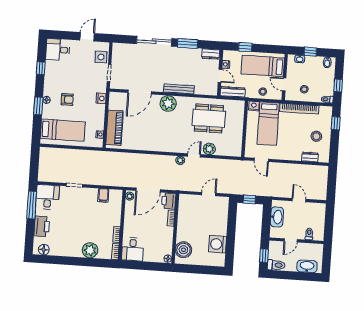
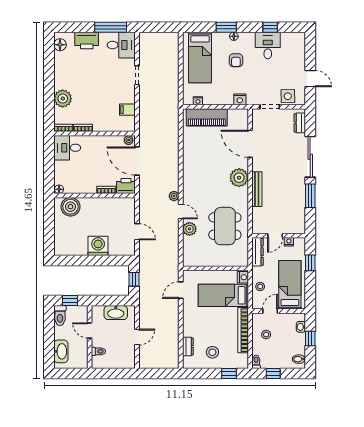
desk: (58, 50) -> (268, 45), moved
dresser: (211, 54) -> (300, 123), moved
washing machine: (218, 244) -> (98, 246), moved

